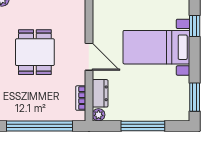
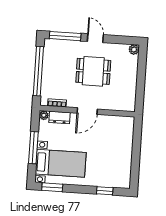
bed with nightstands: (156, 47) -> (61, 163), moved, turned 90

